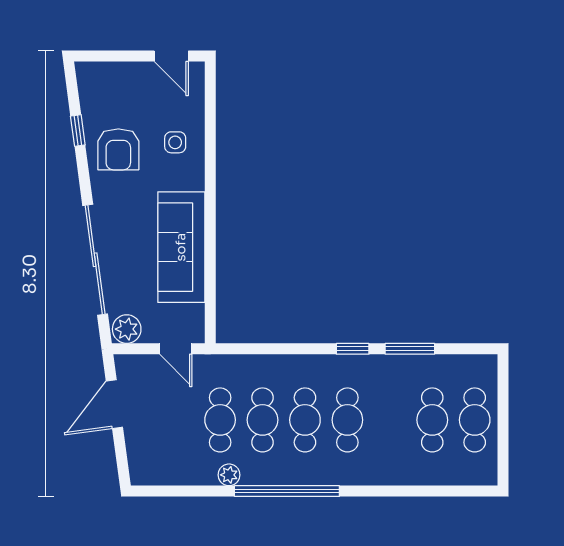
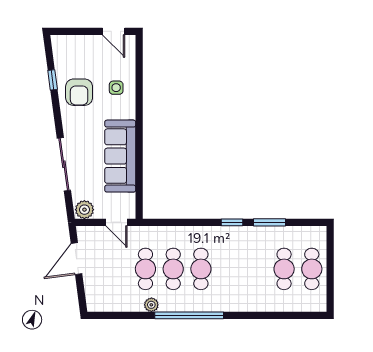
sliding door: (95, 260) -> (64, 164), width x0.73
cafe table: (347, 420) -> (229, 269), removed

